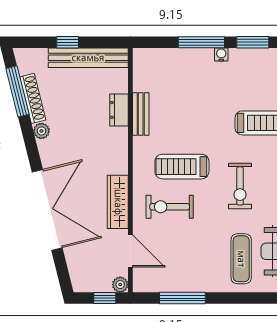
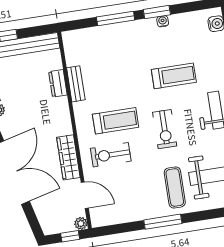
water cooler: (221, 55) -> (163, 21), moved
treadmill: (182, 167) -> (116, 121), turned 180
window: (182, 298) -> (163, 222), moved

